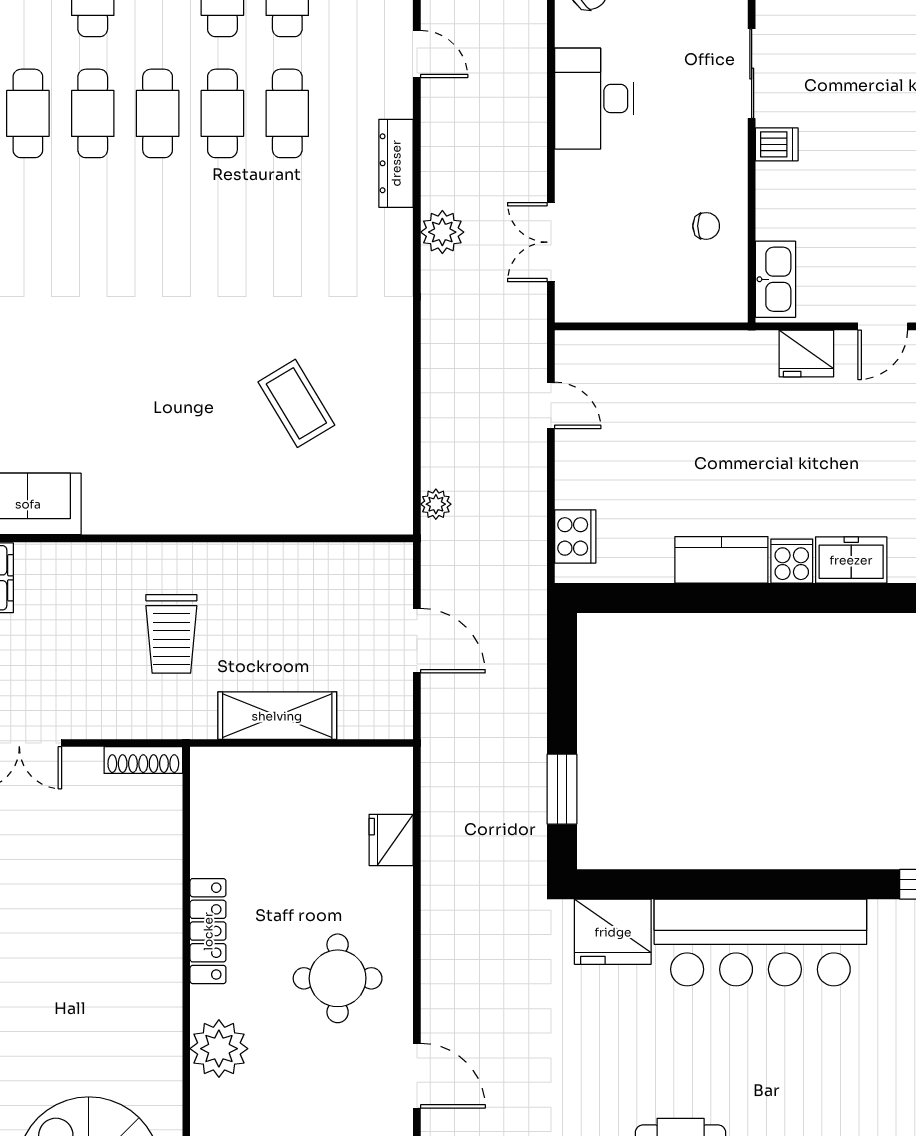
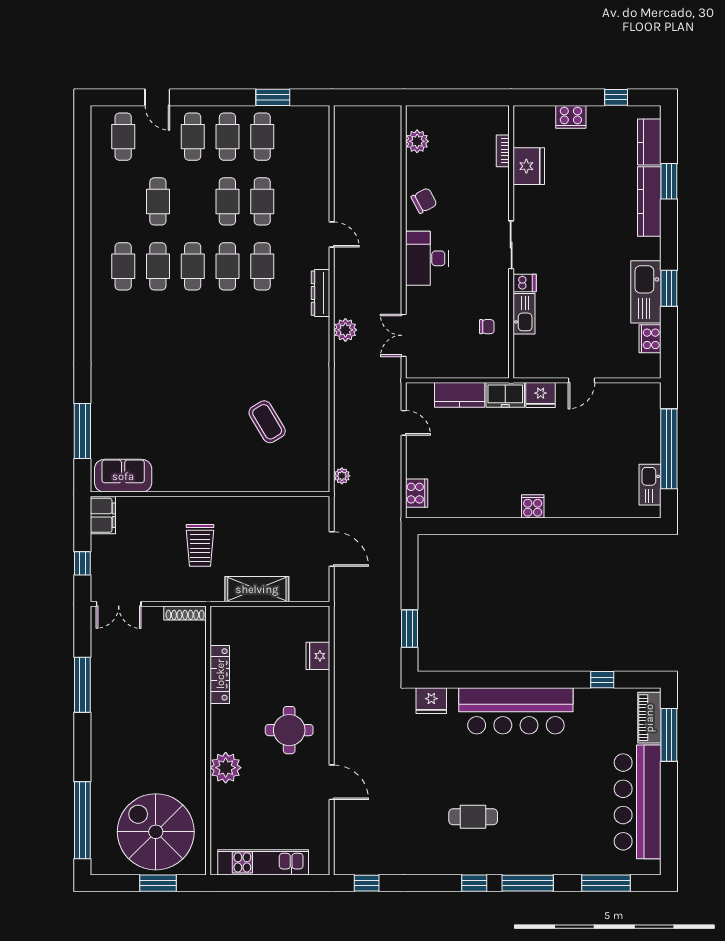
kitchen sink: (776, 279) -> (524, 314), moved
kitchen counter: (721, 560) -> (460, 395), moved, turned 180
freezer: (851, 560) -> (505, 395), moved, turned 180
locker: (208, 931) -> (220, 674), moved
fridge: (613, 932) -> (431, 701), width x0.73, depth x0.75

